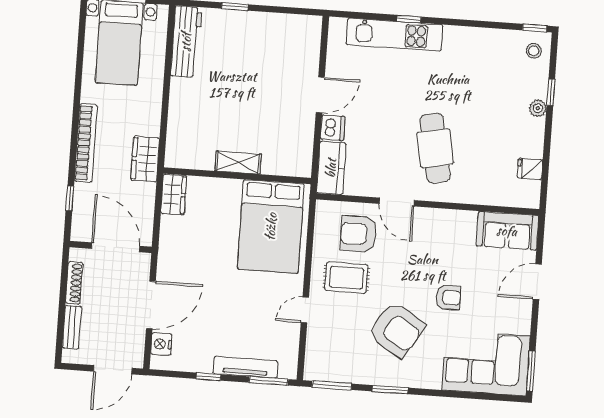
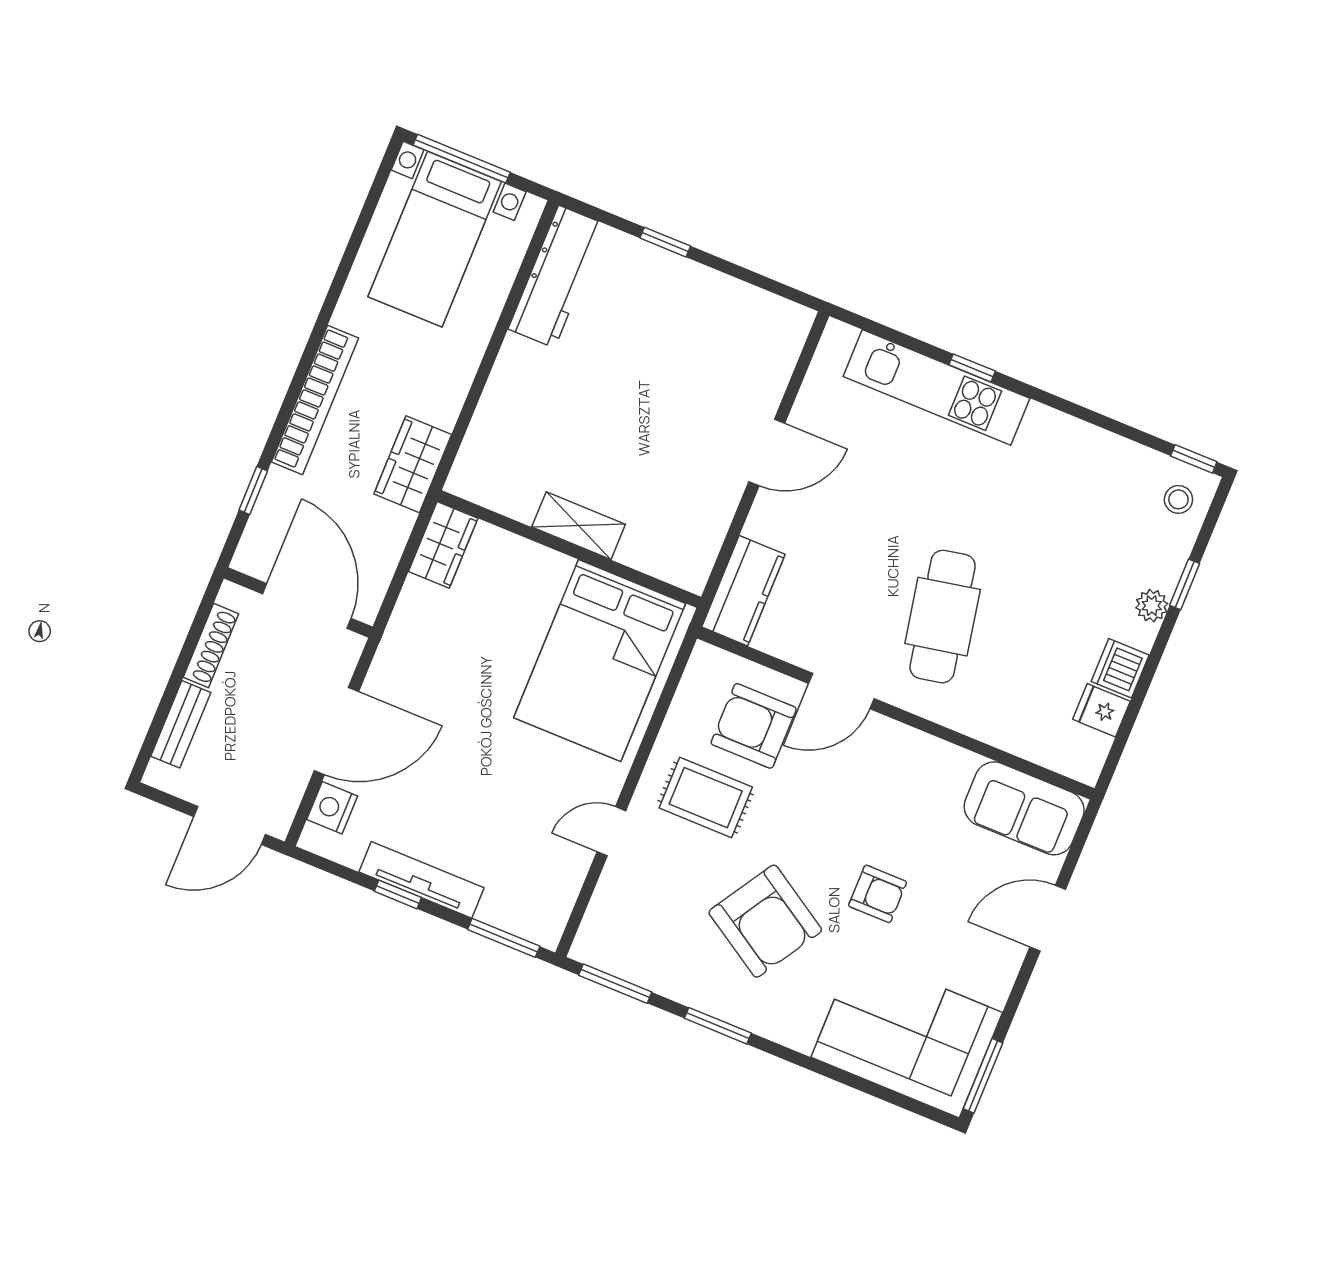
dishwasher: (333, 128) -> (1120, 668), moved, turned 180
door: (397, 202) -> (841, 691), hinge flipped
tv unit: (245, 367) -> (422, 880), moved

